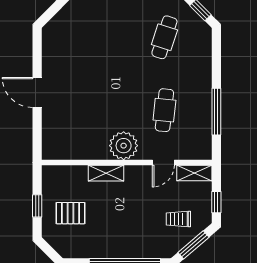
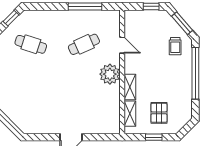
cafe table: (164, 110) -> (84, 44), turned -30
shelving: (194, 173) -> (130, 114), moved
trolley: (178, 219) -> (175, 46), moved

